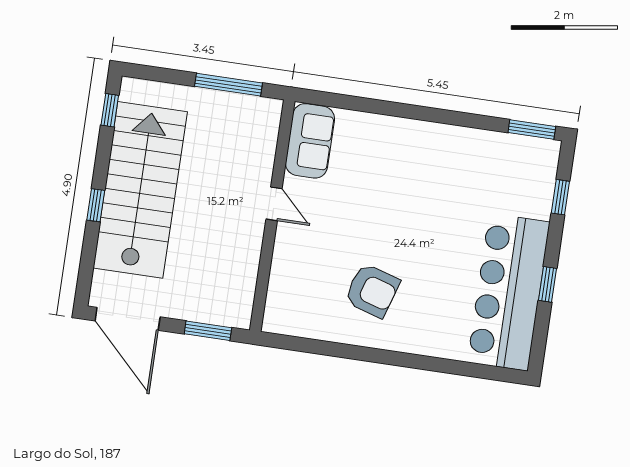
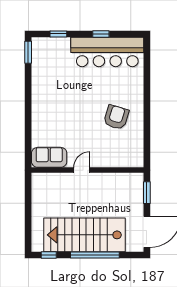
window: (229, 85) -> (28, 200), removed
window: (96, 205) -> (95, 255), width x3.17

